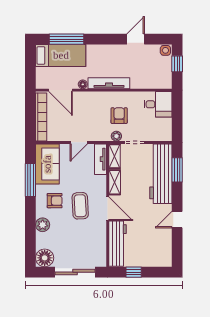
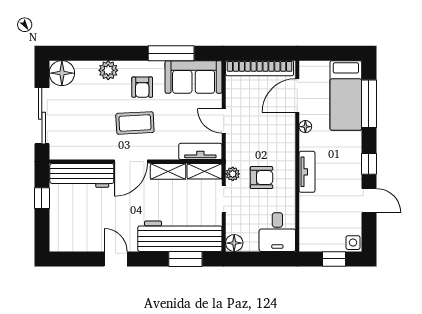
window: (109, 39) -> (369, 164), added
tv unit: (109, 83) -> (307, 172), width x0.71
floor lamp: (166, 135) -> (234, 243), added

